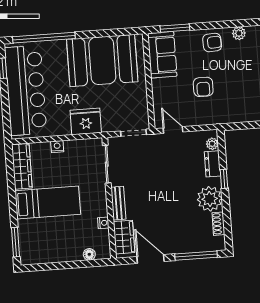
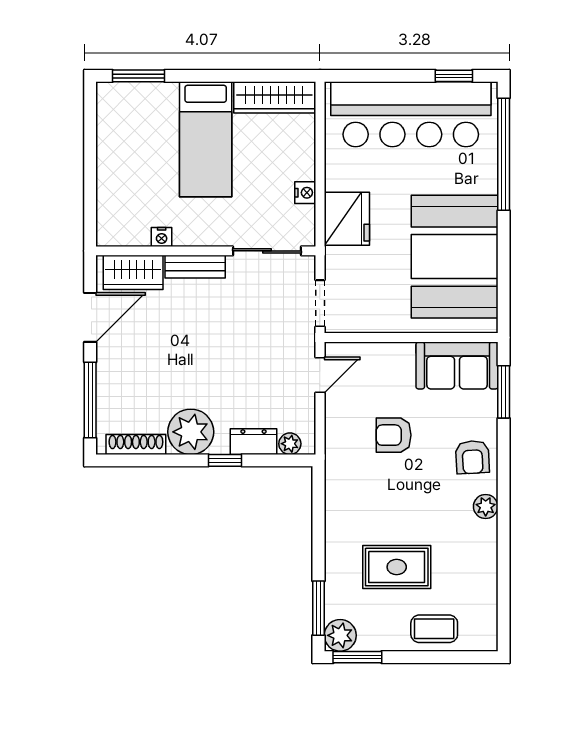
nightstand: (57, 147) -> (305, 193), moved
shoe rack: (218, 224) -> (136, 445), width x1.43
floor lamp: (89, 254) -> (107, 207), removed

